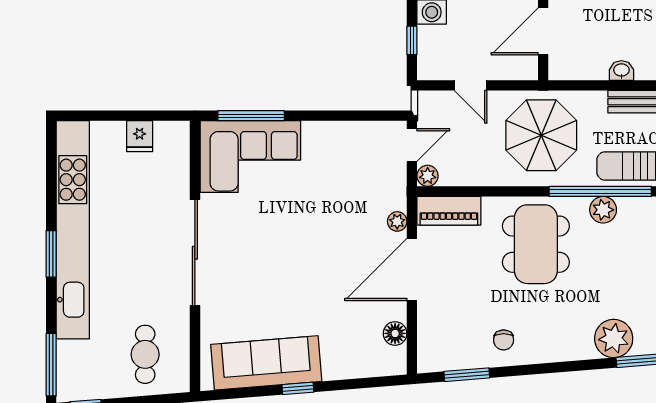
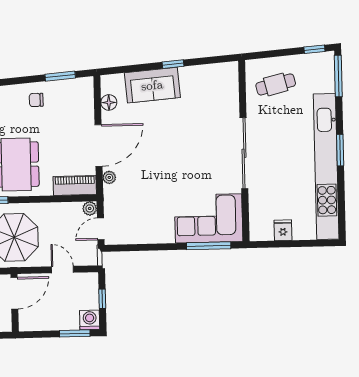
door: (543, 31) -> (14, 293), moved
chair: (504, 340) -> (36, 100), turned -90
cafe table: (145, 354) -> (276, 84), turned 76
sofa: (266, 363) -> (152, 85), moved, width x0.73

